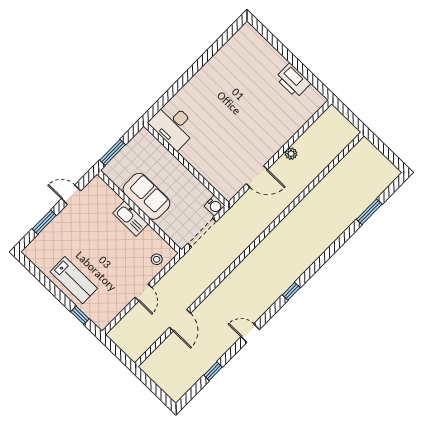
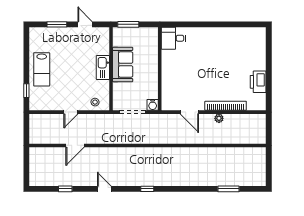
desk: (173, 125) -> (173, 38), width x0.73
bookcase: (285, 135) -> (226, 106), added

